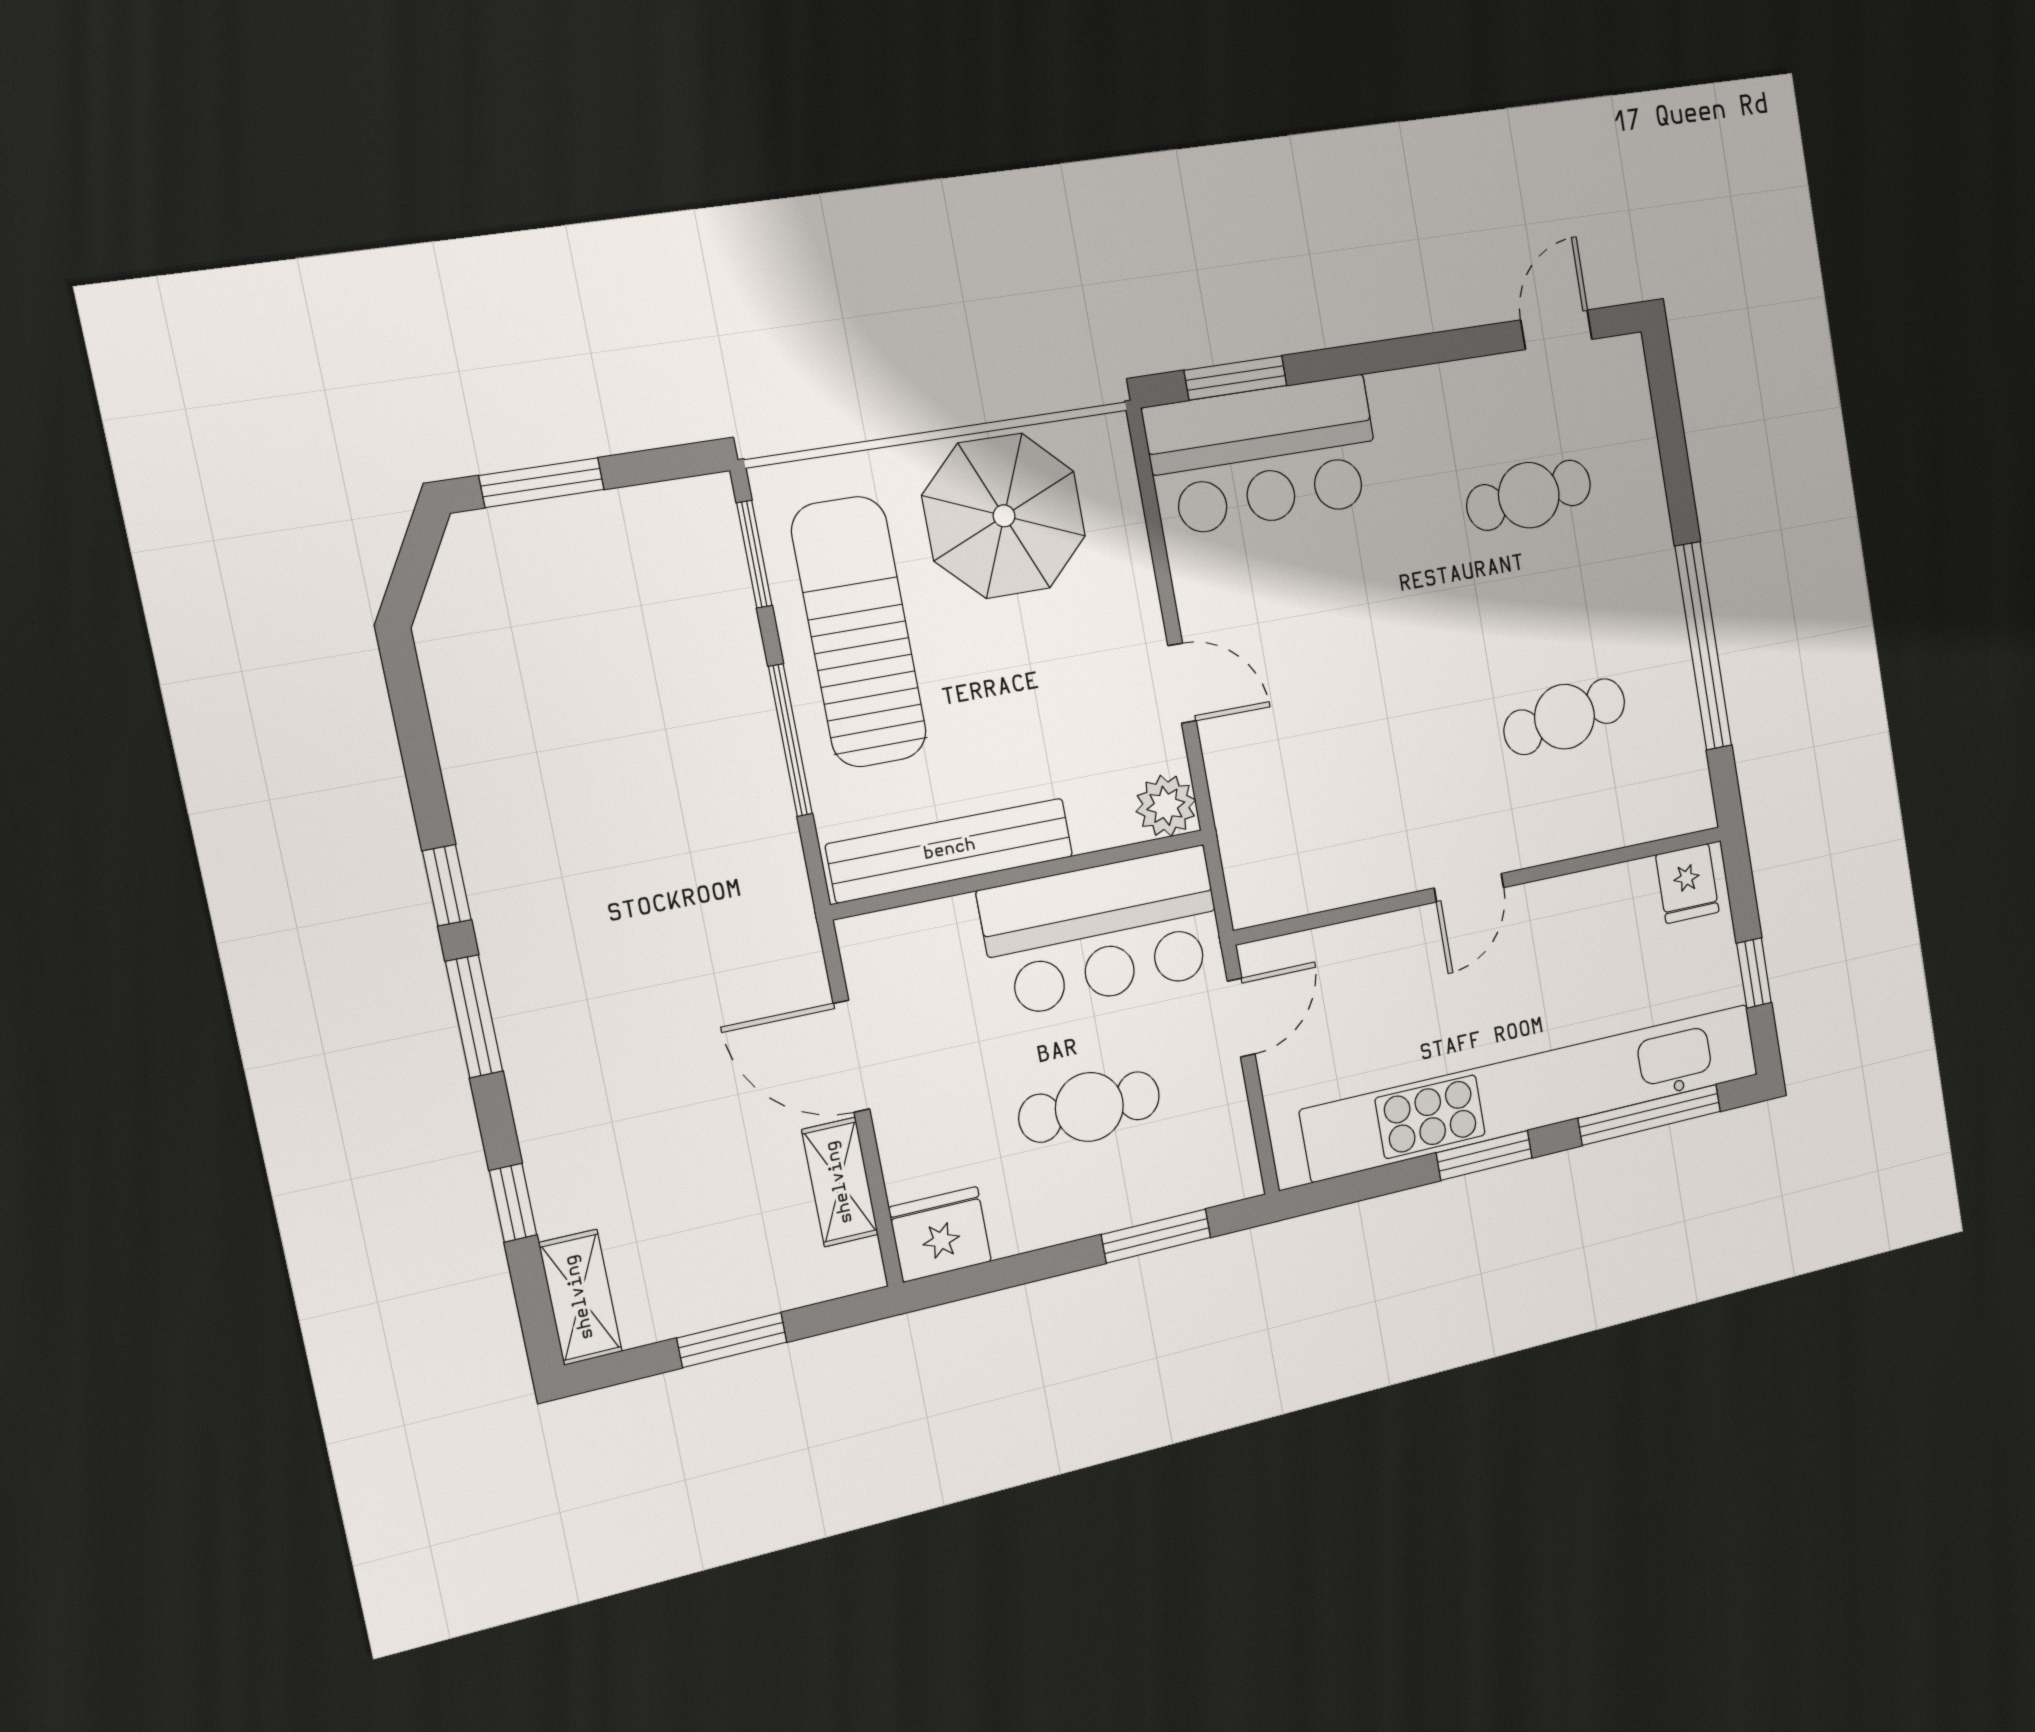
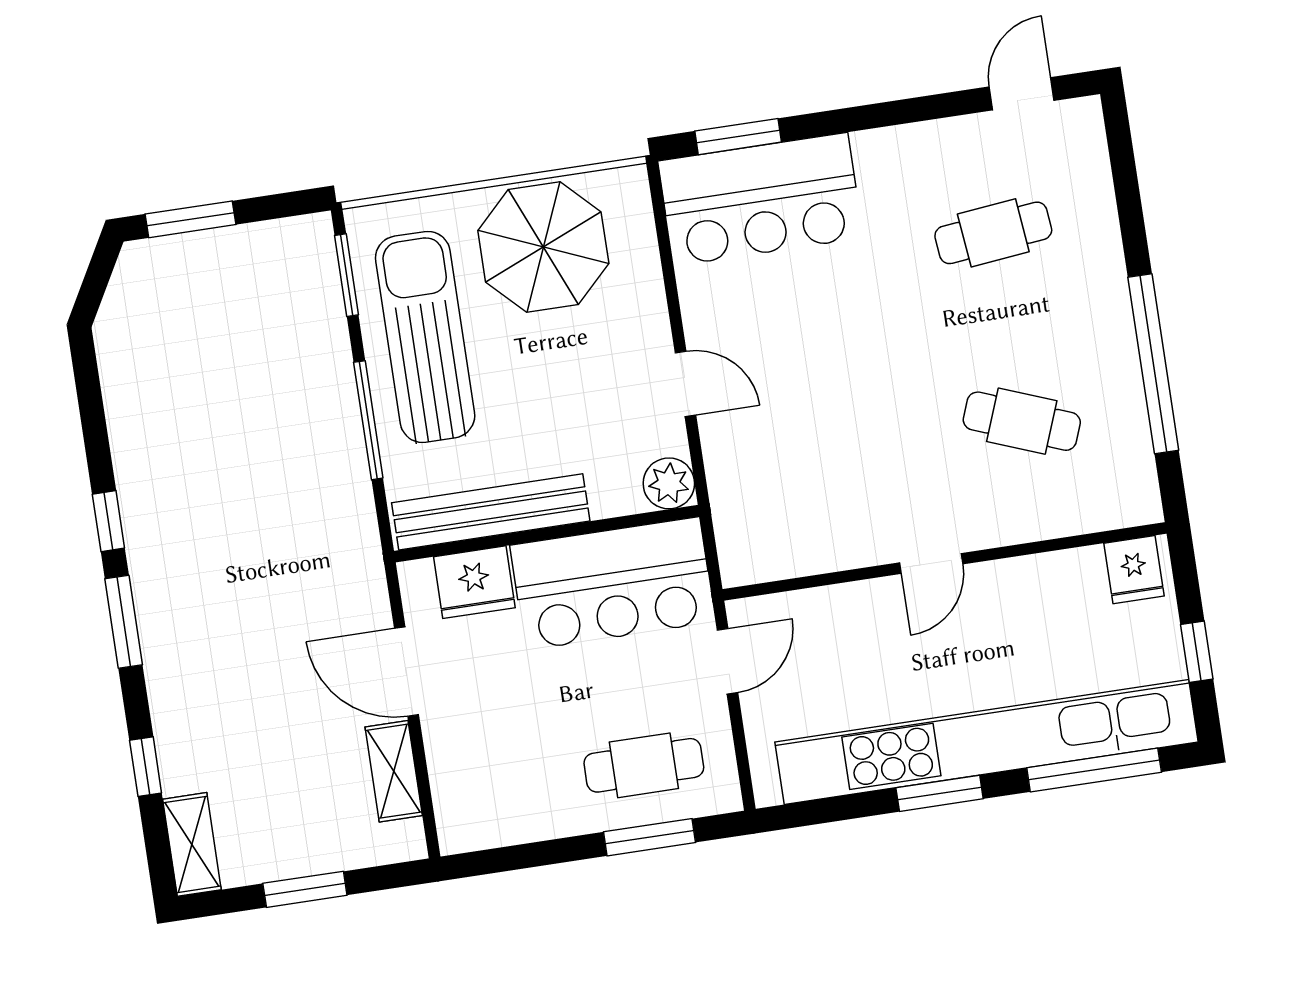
cafe table: (1565, 717) -> (1022, 421), turned 30
cafe table: (1089, 1107) -> (644, 765), moved
fridge: (940, 1234) -> (474, 582), moved, turned 180

